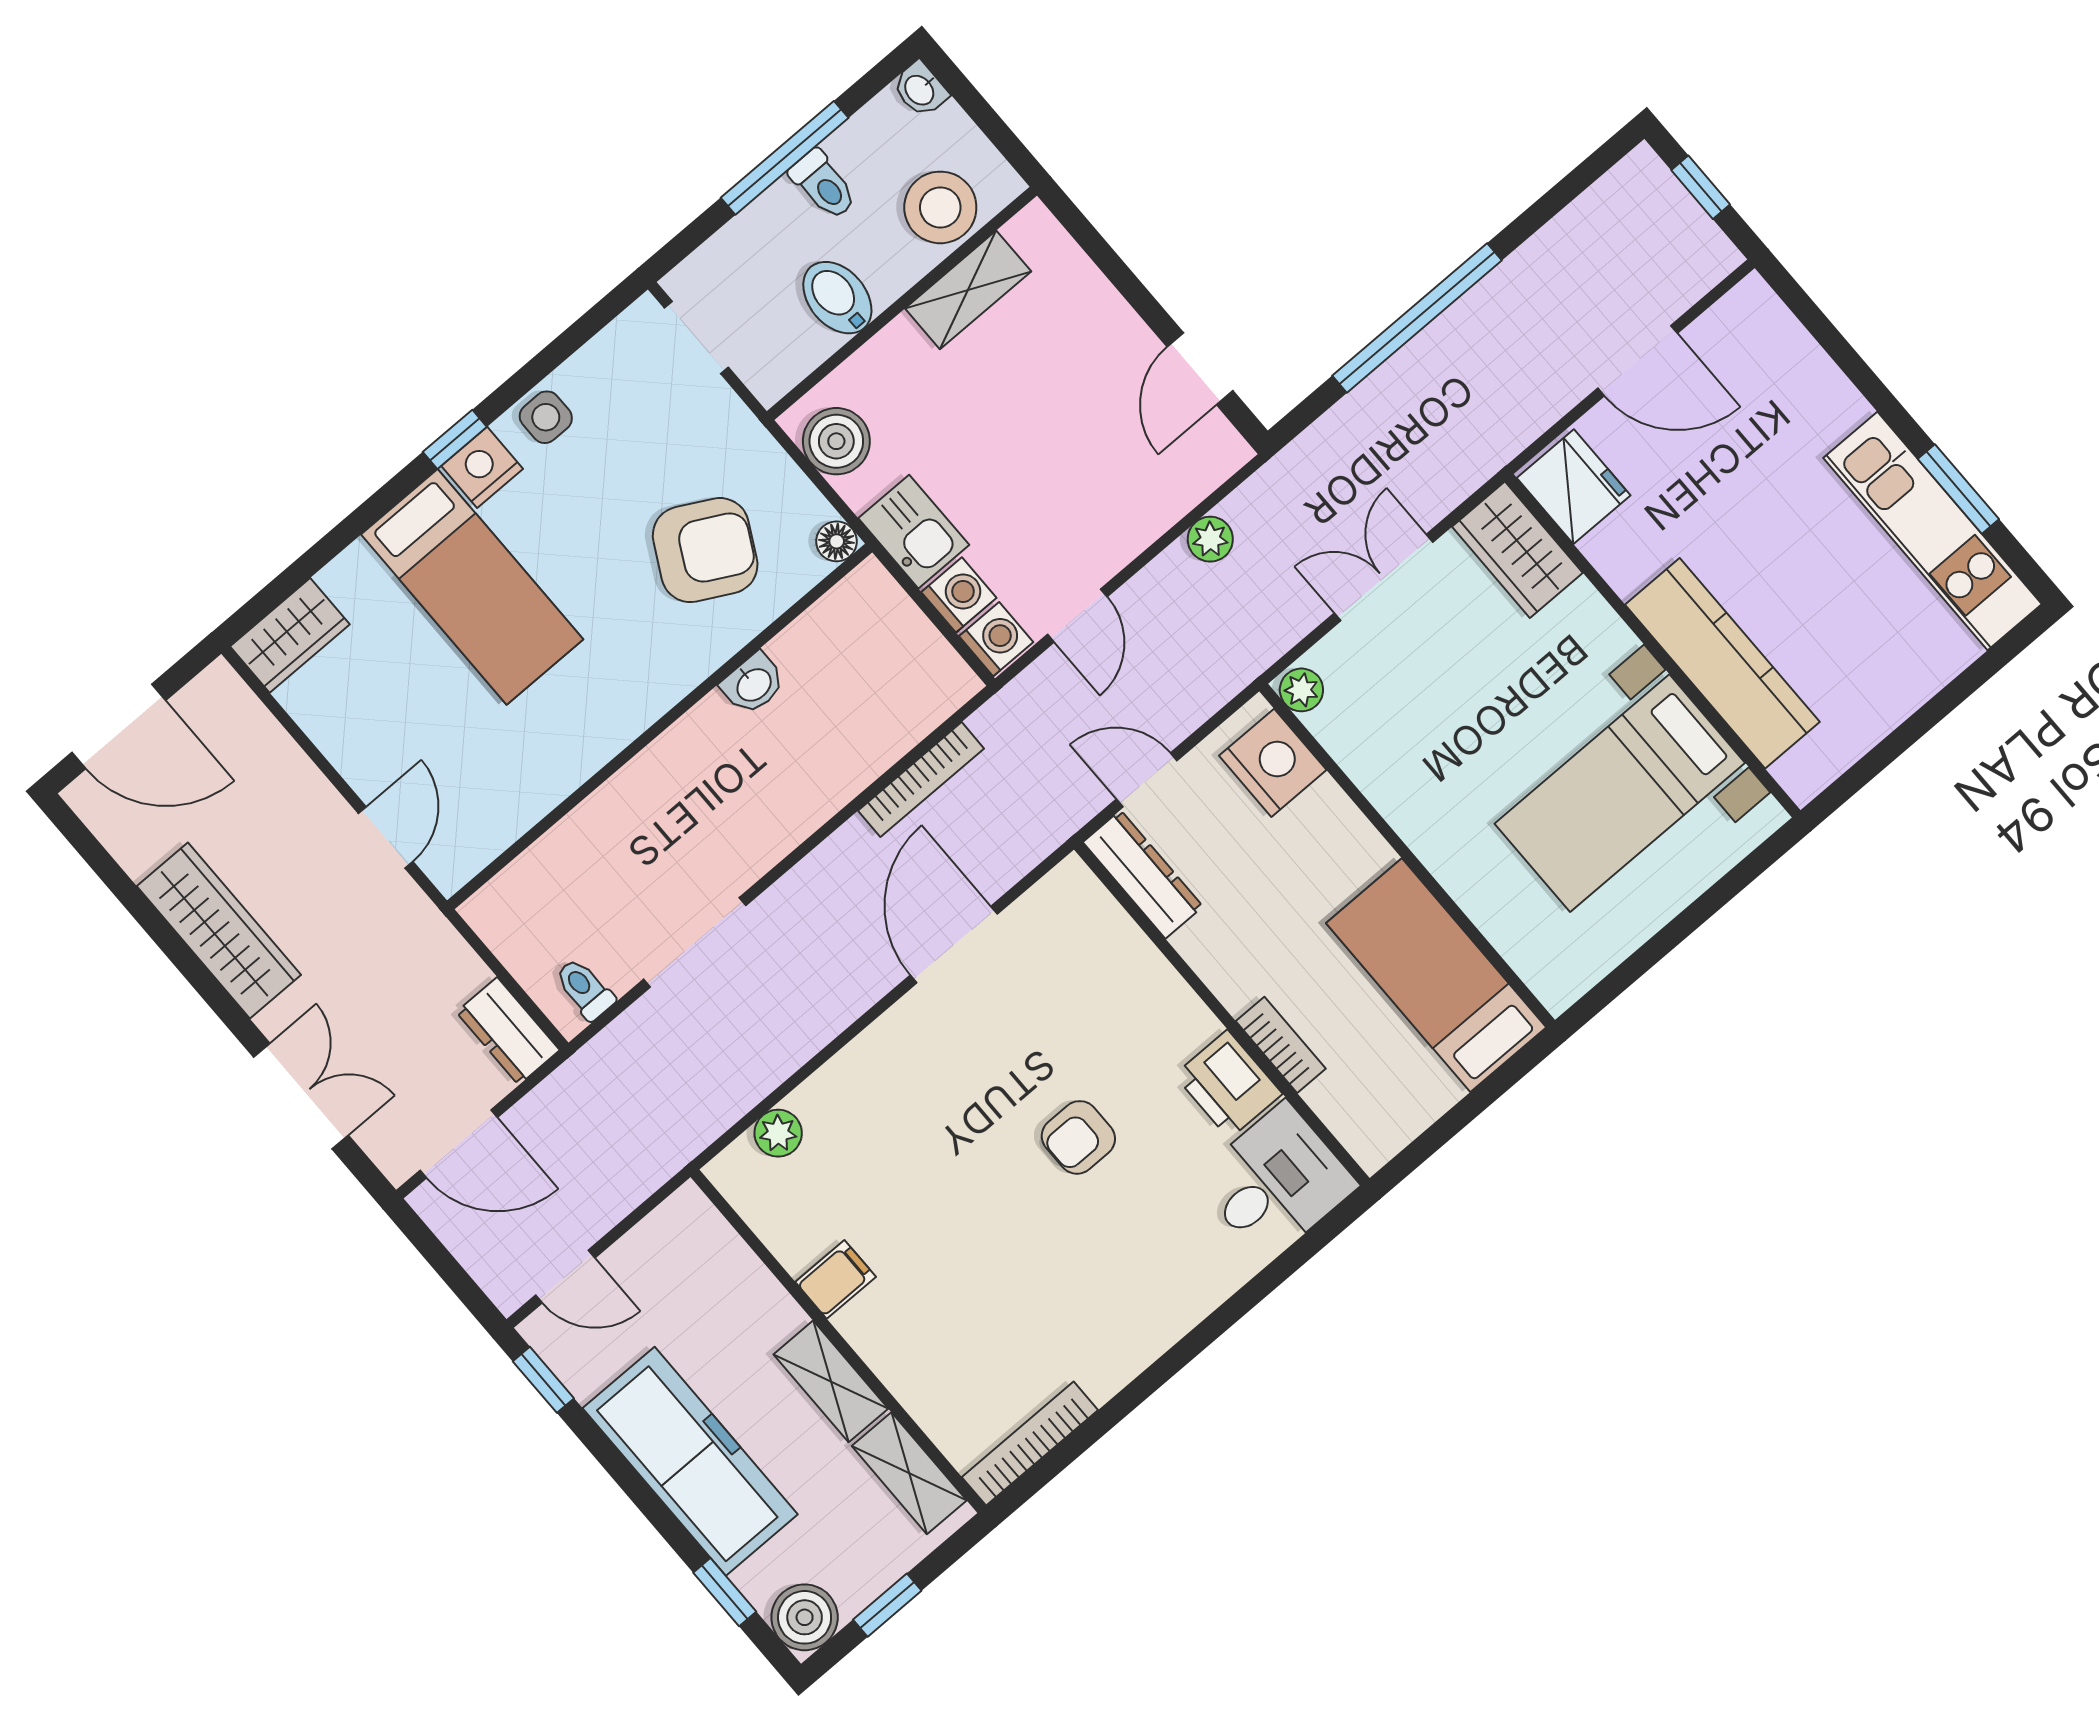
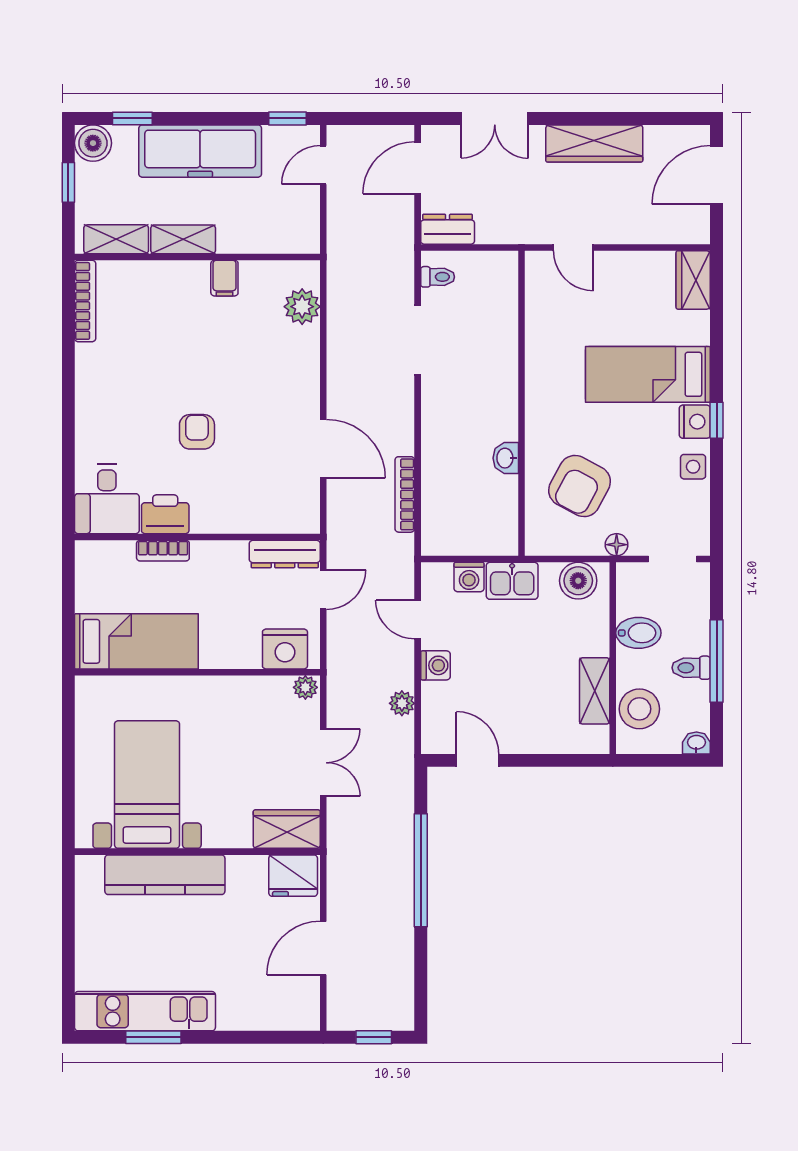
floor lamp: (837, 541) -> (617, 545), moved
washing machine: (996, 639) -> (435, 665), moved, turned -90
plant: (778, 1133) -> (302, 307), width x1.38, depth x1.38

